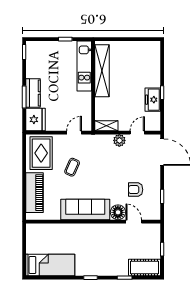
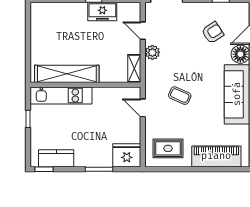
kitchen counter: (33, 93) -> (56, 158), moved
rug: (41, 153) -> (168, 148), width x0.73, depth x0.70
coffee table: (72, 167) -> (180, 96), moved
armchair: (136, 190) -> (213, 33), turned -123

